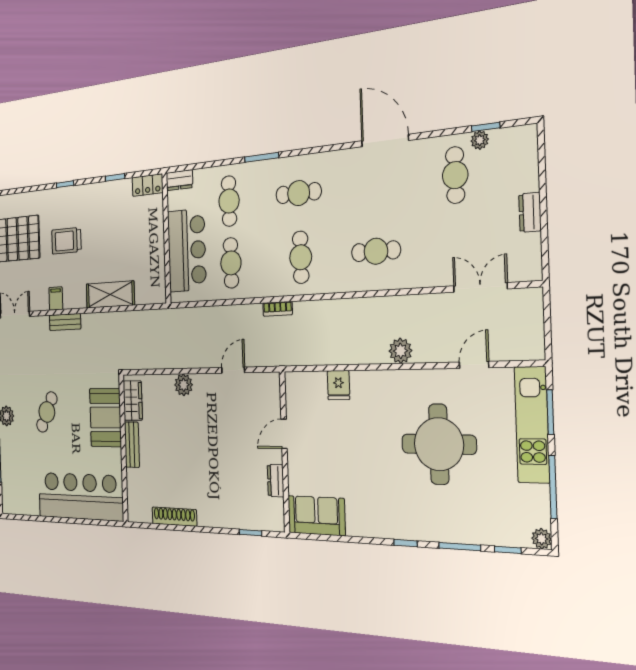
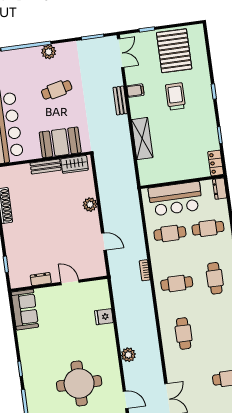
cafe table: (47, 412) -> (57, 90), turned -40

